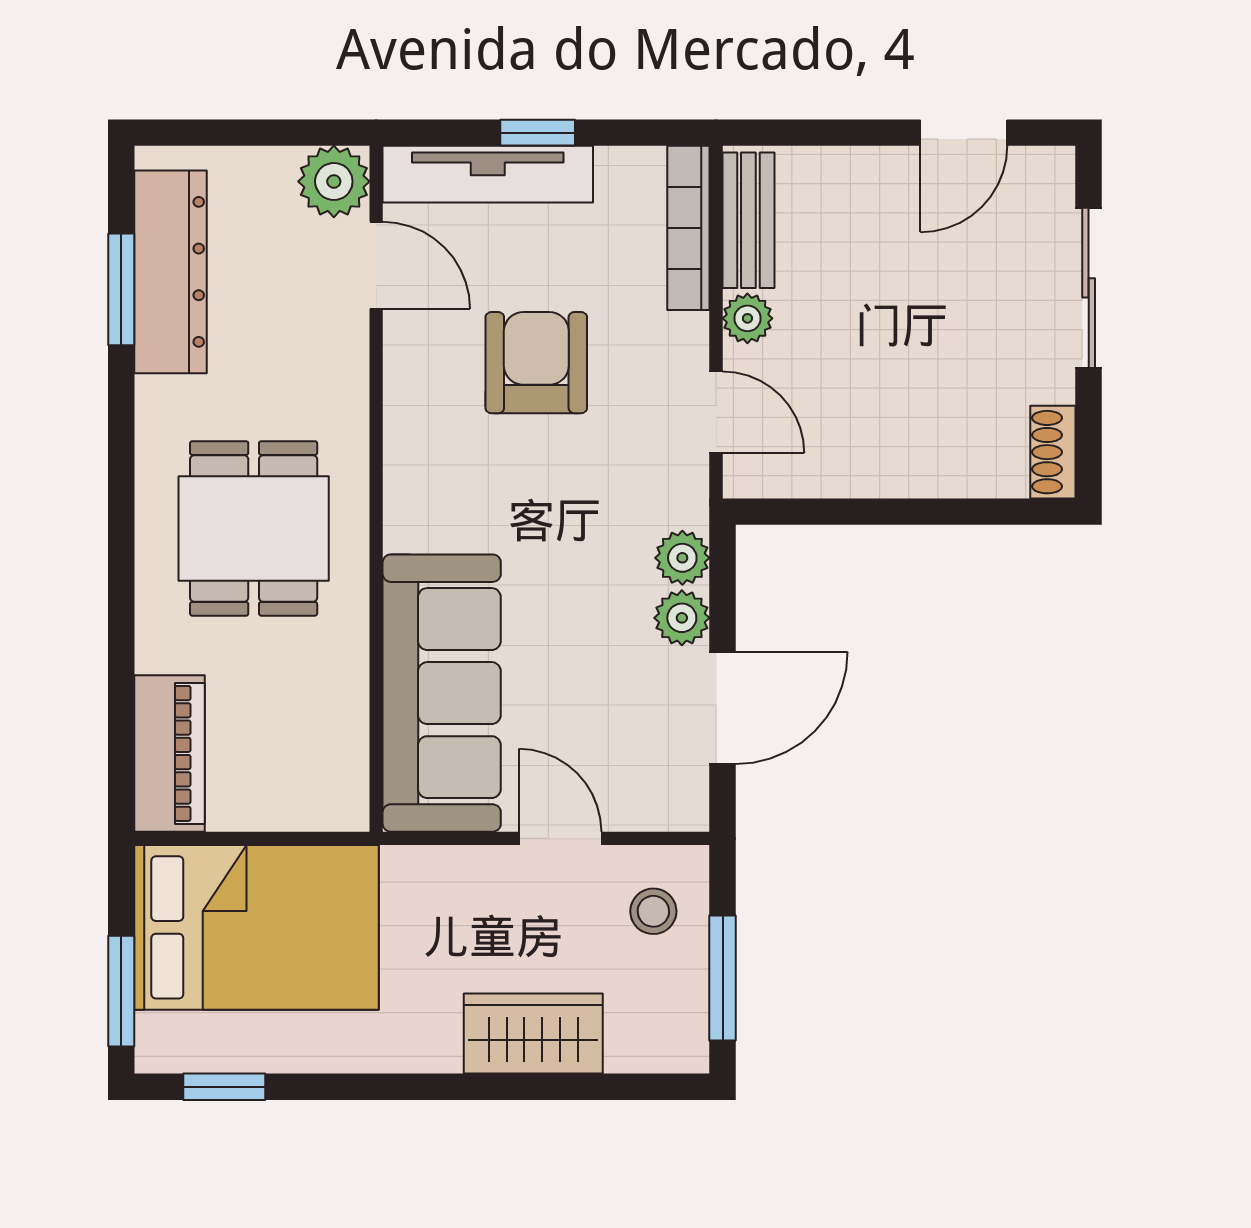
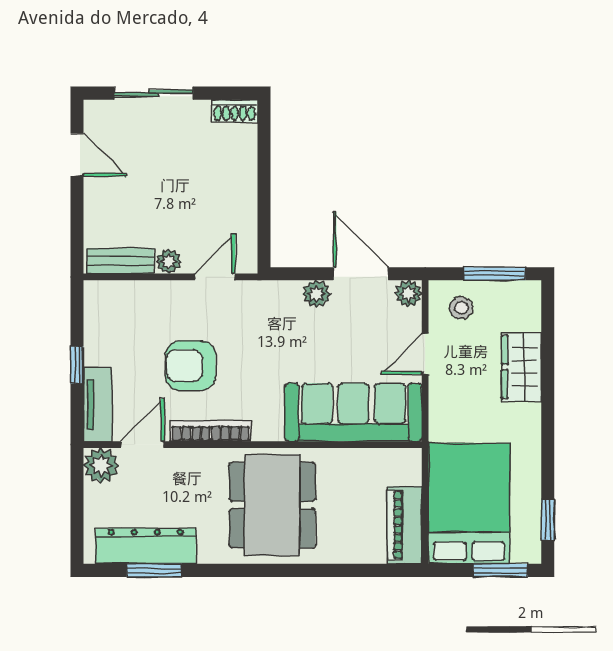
tv unit: (488, 174) -> (97, 405), width x0.71
bookcase: (688, 228) -> (211, 431), moved, turned 180
dining table: (254, 528) -> (272, 505), width x1.38
plant: (682, 558) -> (409, 294), moved
piano: (169, 753) -> (405, 525), moved, turned -90

